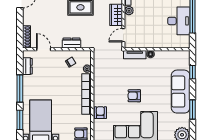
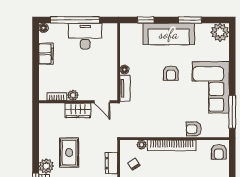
armchair: (134, 96) -> (171, 73), moved

